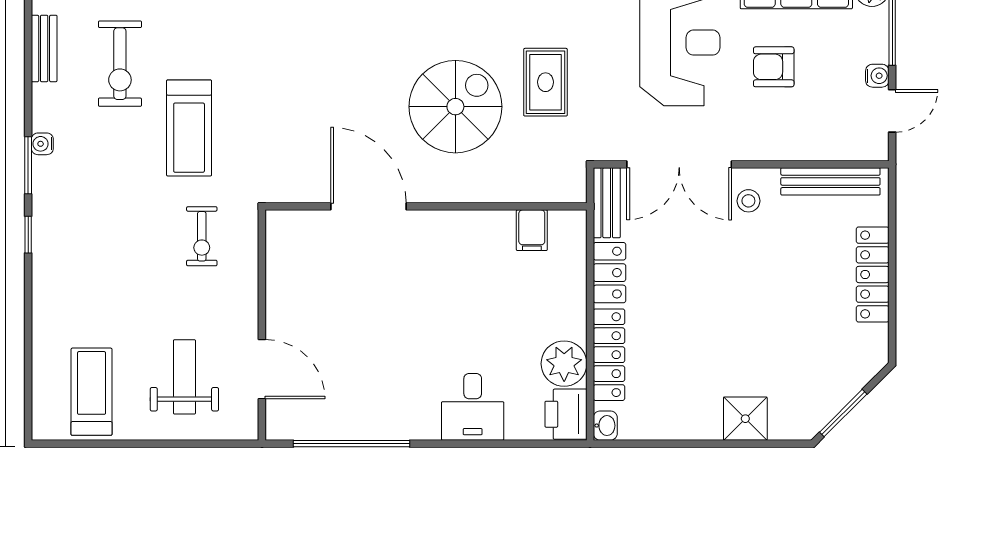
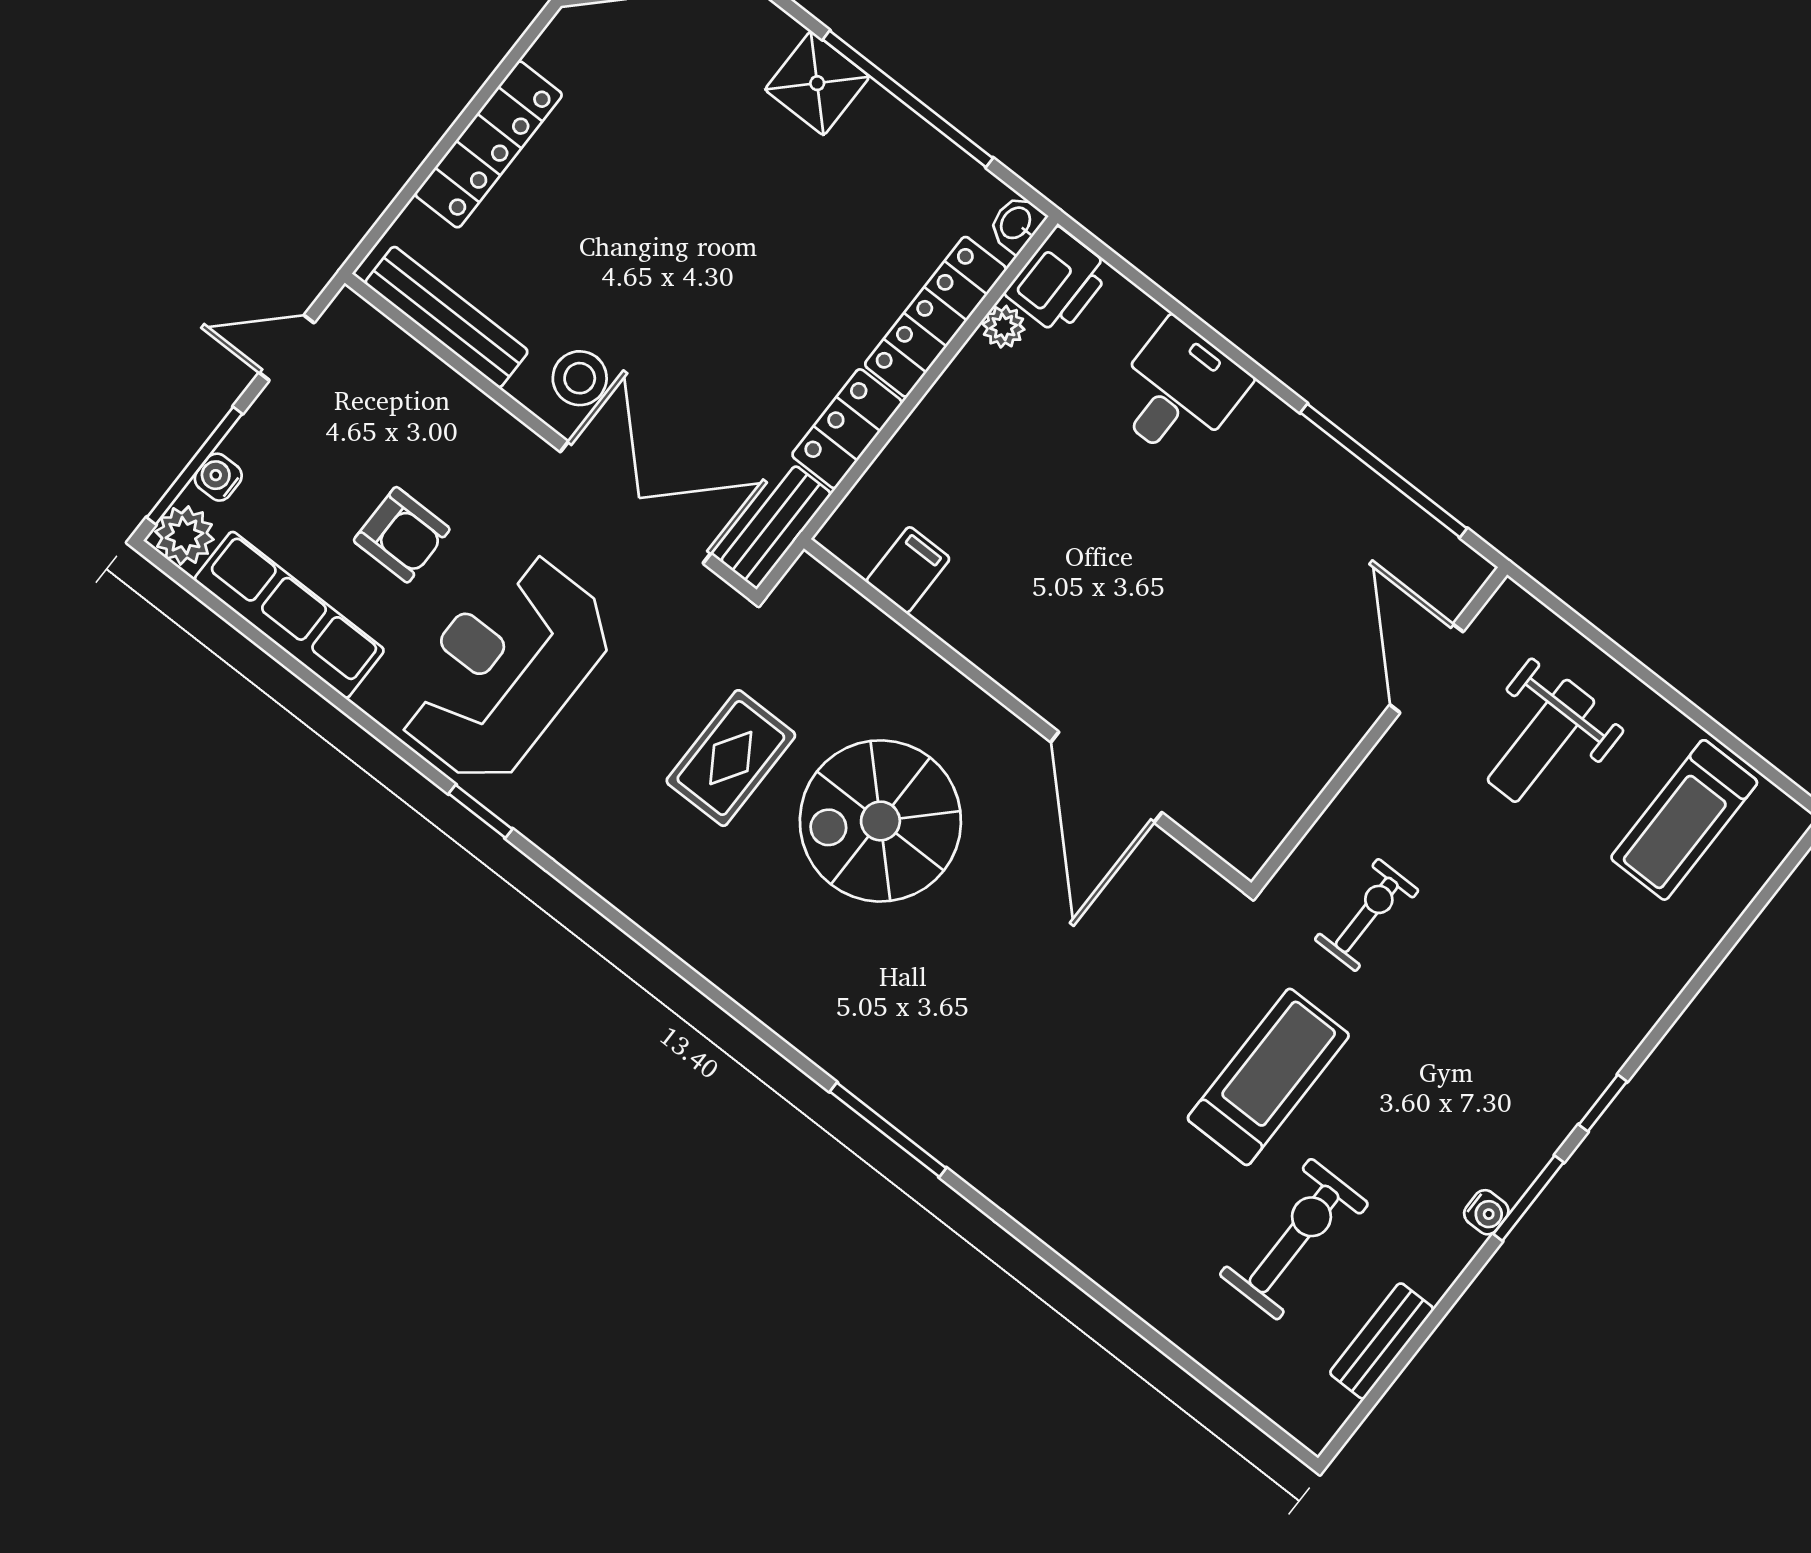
water cooler: (877, 76) -> (218, 477), moved
stool: (748, 201) -> (580, 378), width x1.37, depth x1.37
plant: (564, 364) -> (1004, 327), width x0.53, depth x0.53
window: (699, 444) -> (908, 99), added

